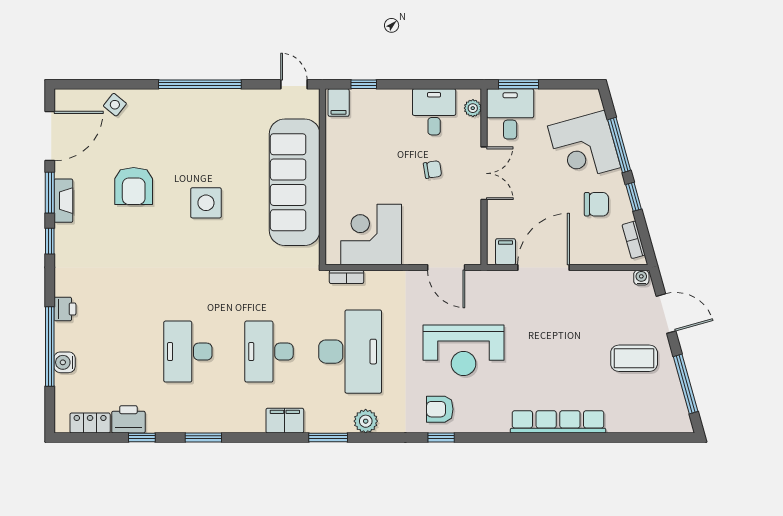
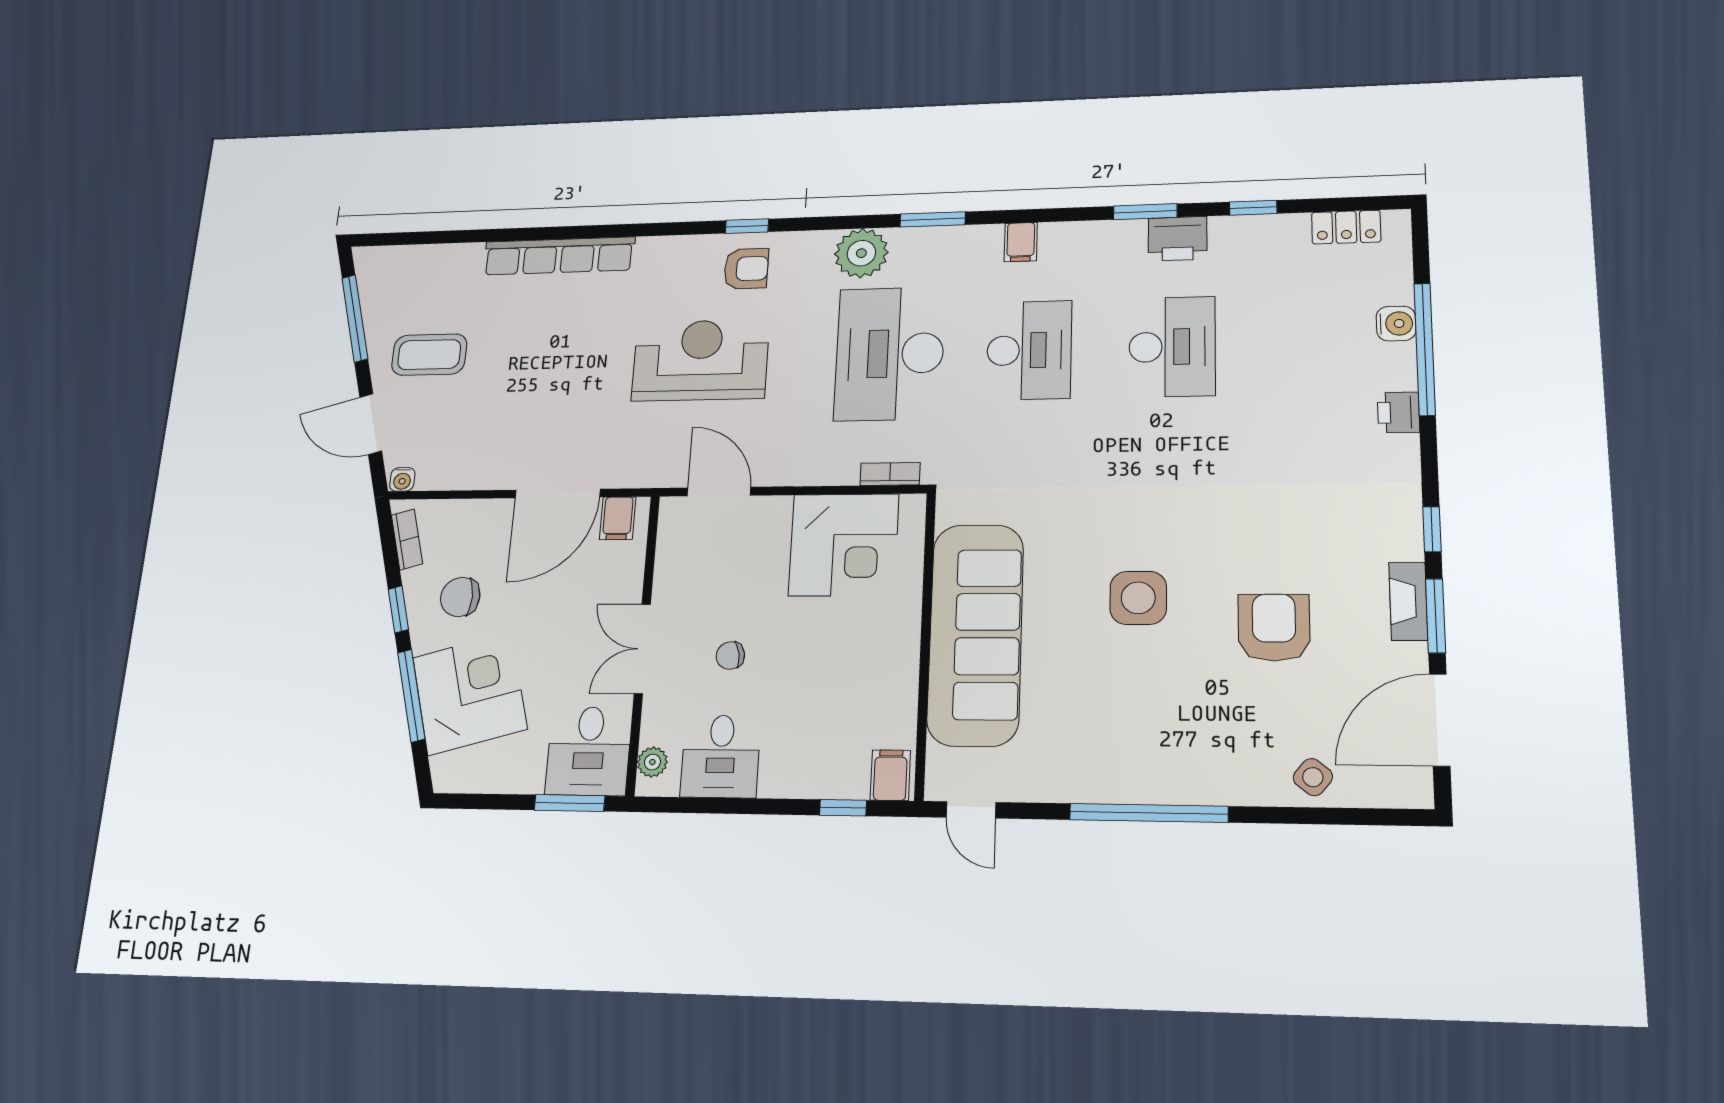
printer: (128, 419) -> (1178, 239), moved
filing cabinet: (285, 421) -> (1021, 242), width x0.50
plant: (366, 421) -> (861, 253), width x1.36, depth x1.36

